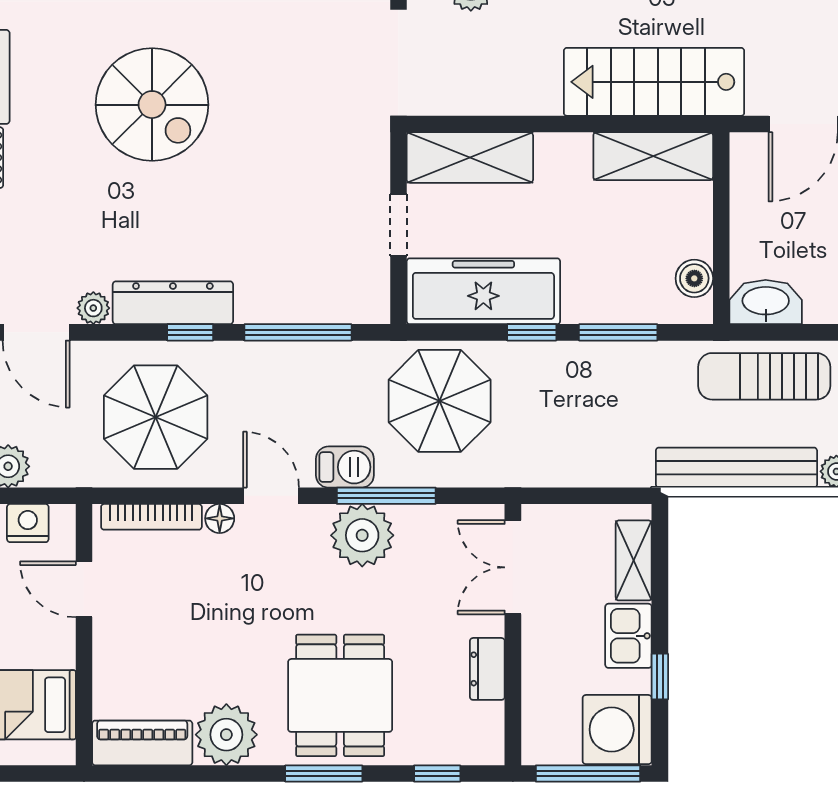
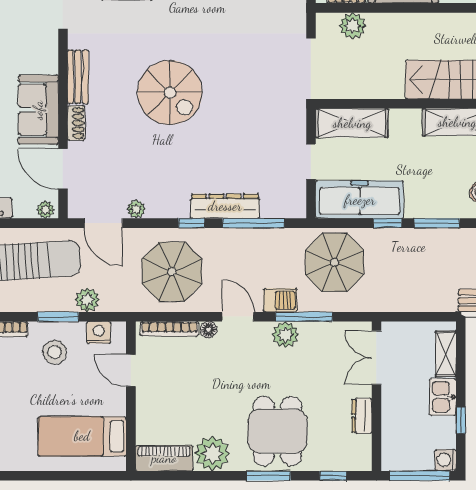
dresser: (173, 303) -> (225, 206), moved
plant: (362, 535) -> (285, 335), width x0.73, depth x0.73
washing machine: (617, 730) -> (446, 460), width x0.53, depth x0.53

